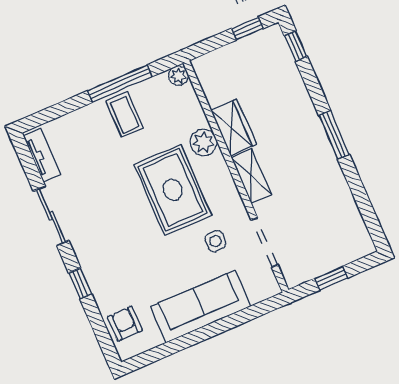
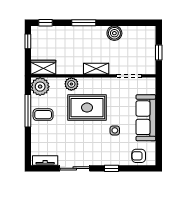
plant: (178, 76) -> (40, 87), width x1.88, depth x1.88
wardrobe: (234, 127) -> (43, 67), moved
window: (334, 135) -> (84, 23), moved
boiler: (331, 181) -> (114, 33), added
side table: (215, 241) -> (115, 130), moved

